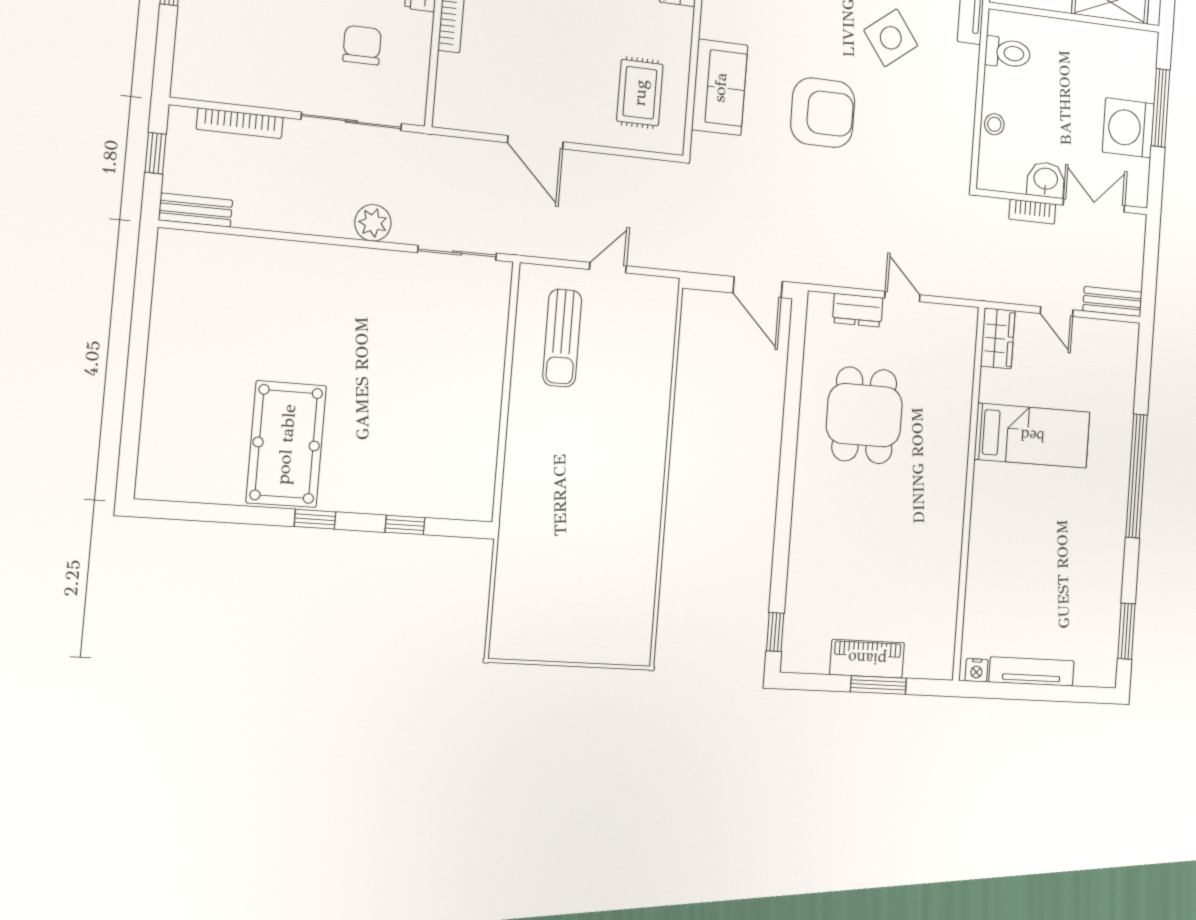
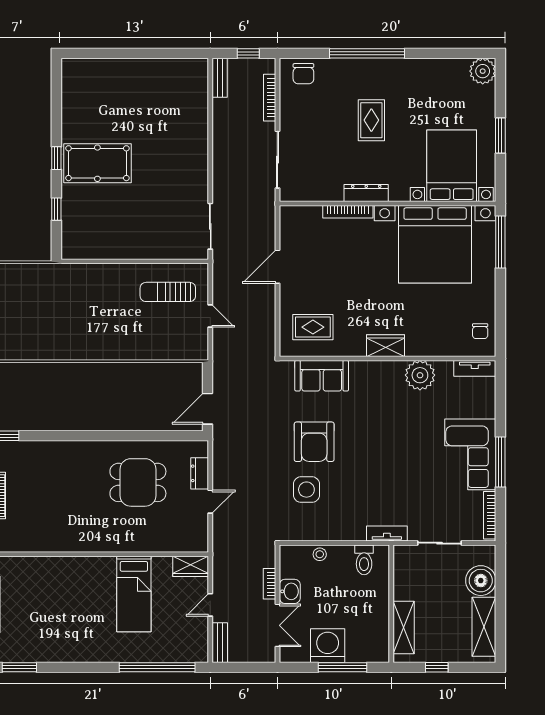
side table: (891, 38) -> (306, 490), moved, turned 37
chair: (362, 45) -> (303, 74), moved, turned 90
plant: (373, 223) -> (222, 177), removed
pool table: (286, 444) -> (97, 163), moved
window: (1137, 476) -> (157, 667), moved

